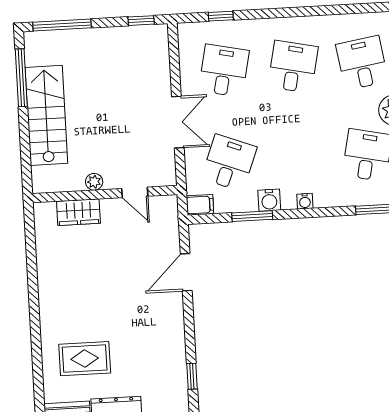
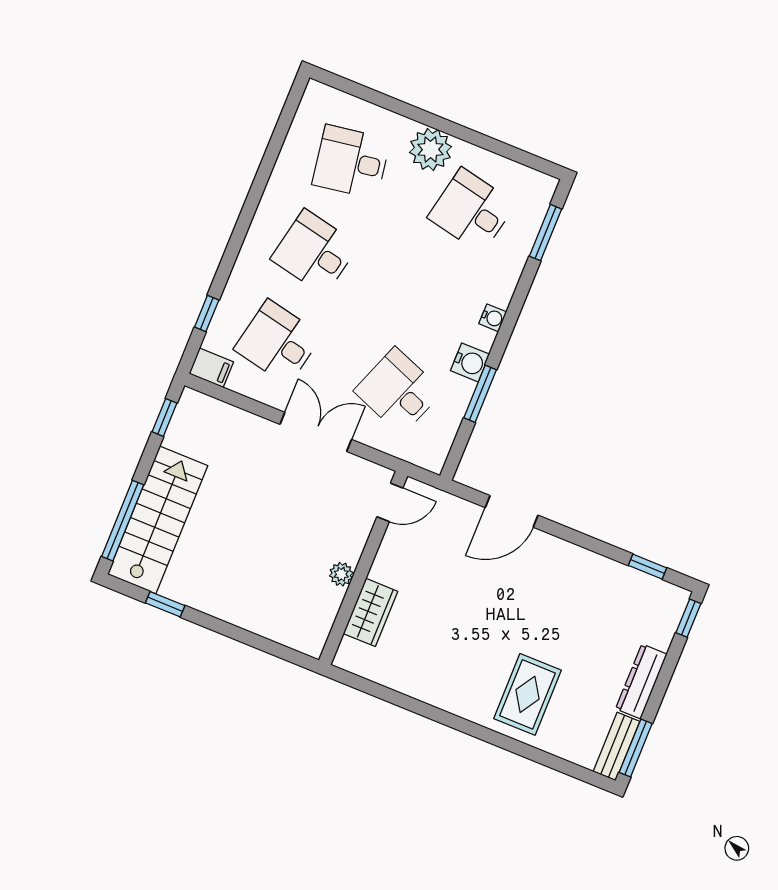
window: (21, 78) -> (165, 604), width x0.46
stairs: (46, 115) -> (158, 520), moved, turned 90
door: (135, 192) -> (390, 502), moved
filing cabinet: (200, 205) -> (211, 368), moved, turned 90
door: (186, 272) -> (512, 511), hinge flipped
rug: (85, 359) -> (528, 694), moved

